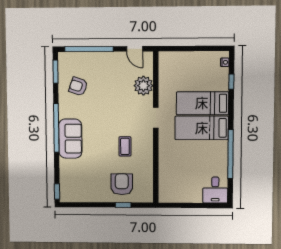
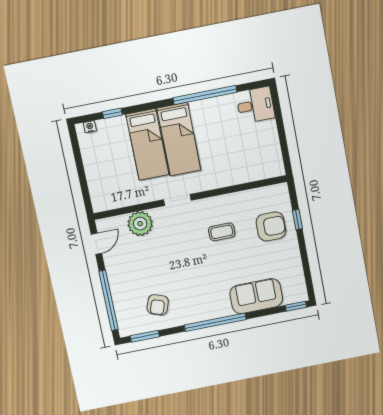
sofa: (70, 139) -> (256, 296), moved
armchair: (122, 184) -> (271, 226), turned 180

